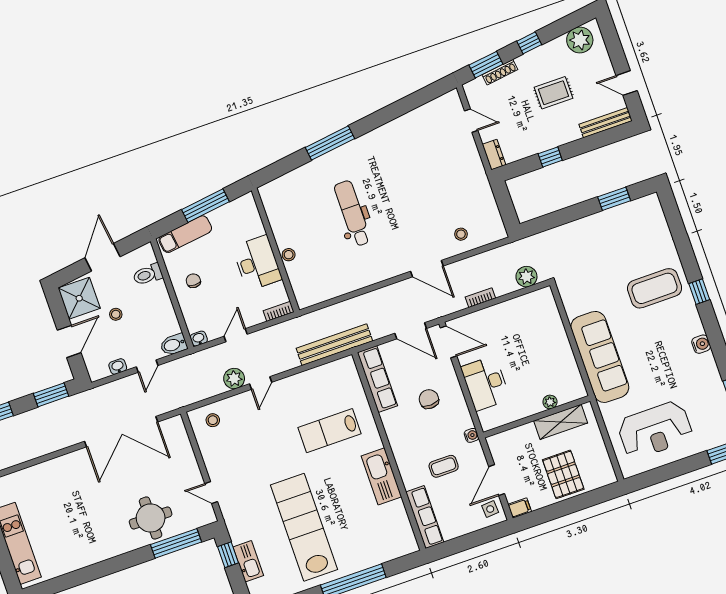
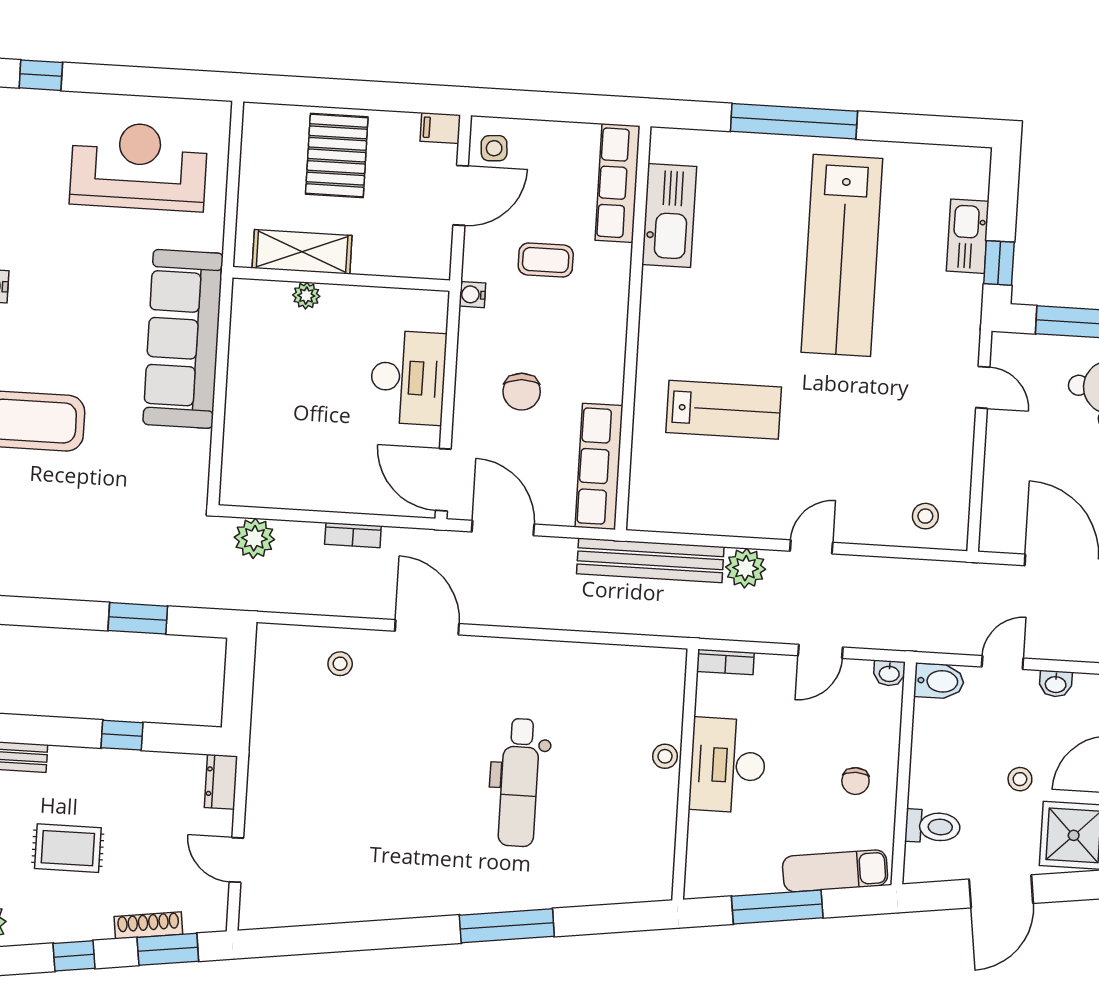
window: (614, 199) -> (138, 618), moved
plant: (234, 379) -> (746, 568), moved
kitchen sink: (381, 476) -> (669, 215), moved

